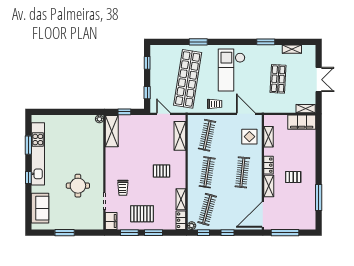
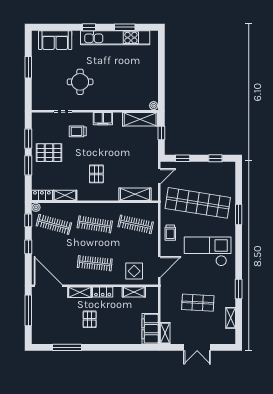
pallet: (142, 214) -> (49, 153), turned 90
filing cabinet: (111, 221) -> (103, 119), moved

